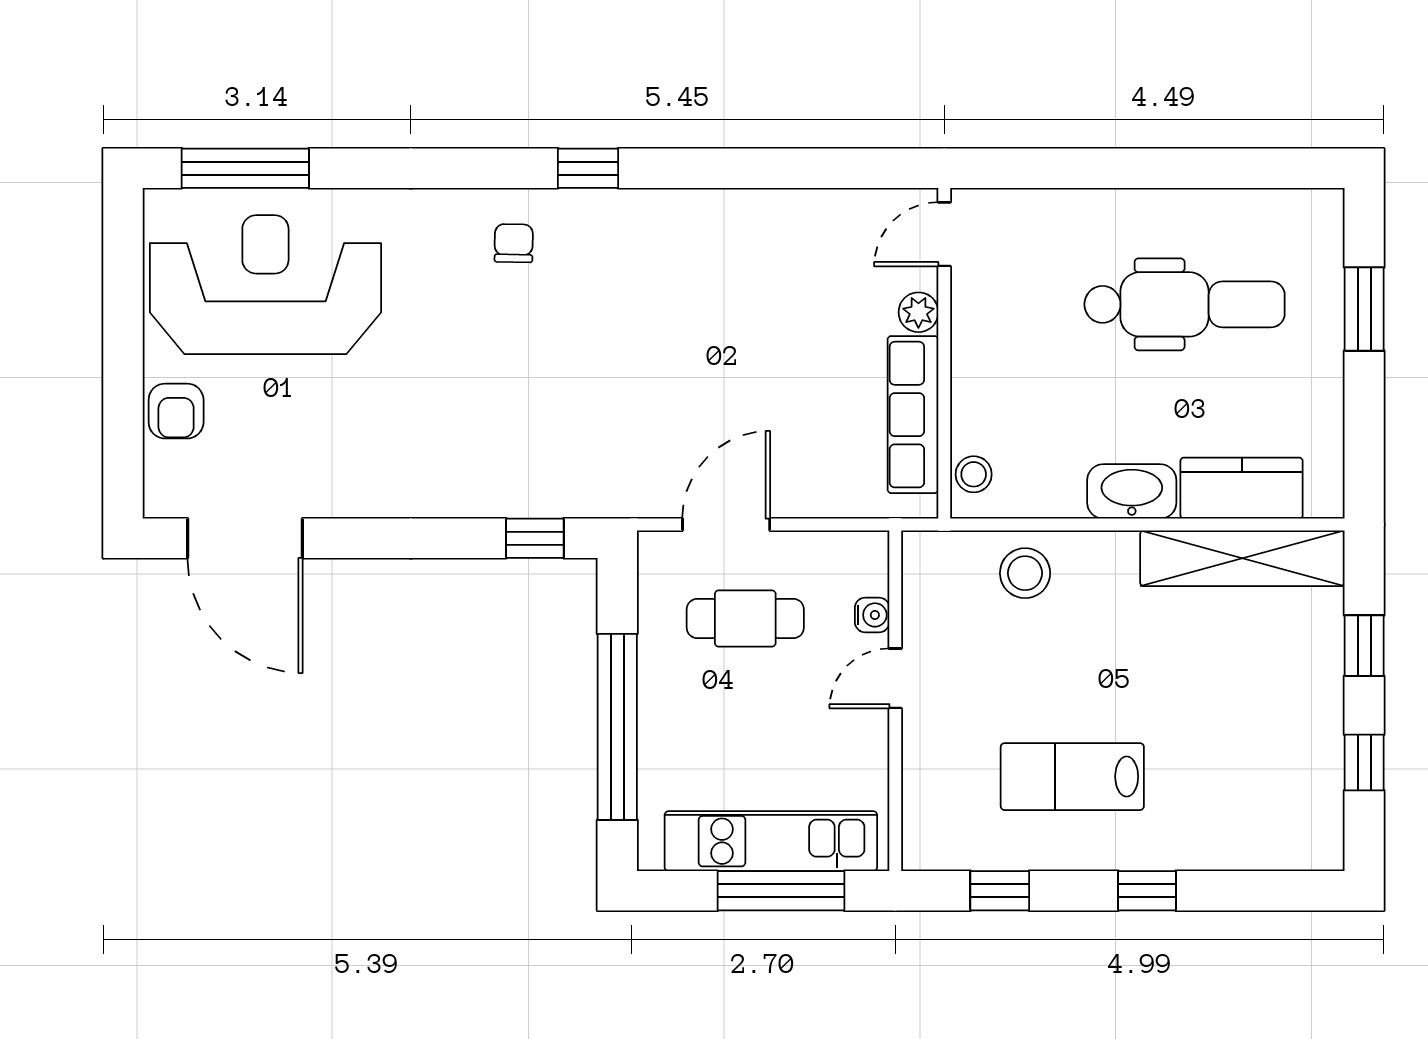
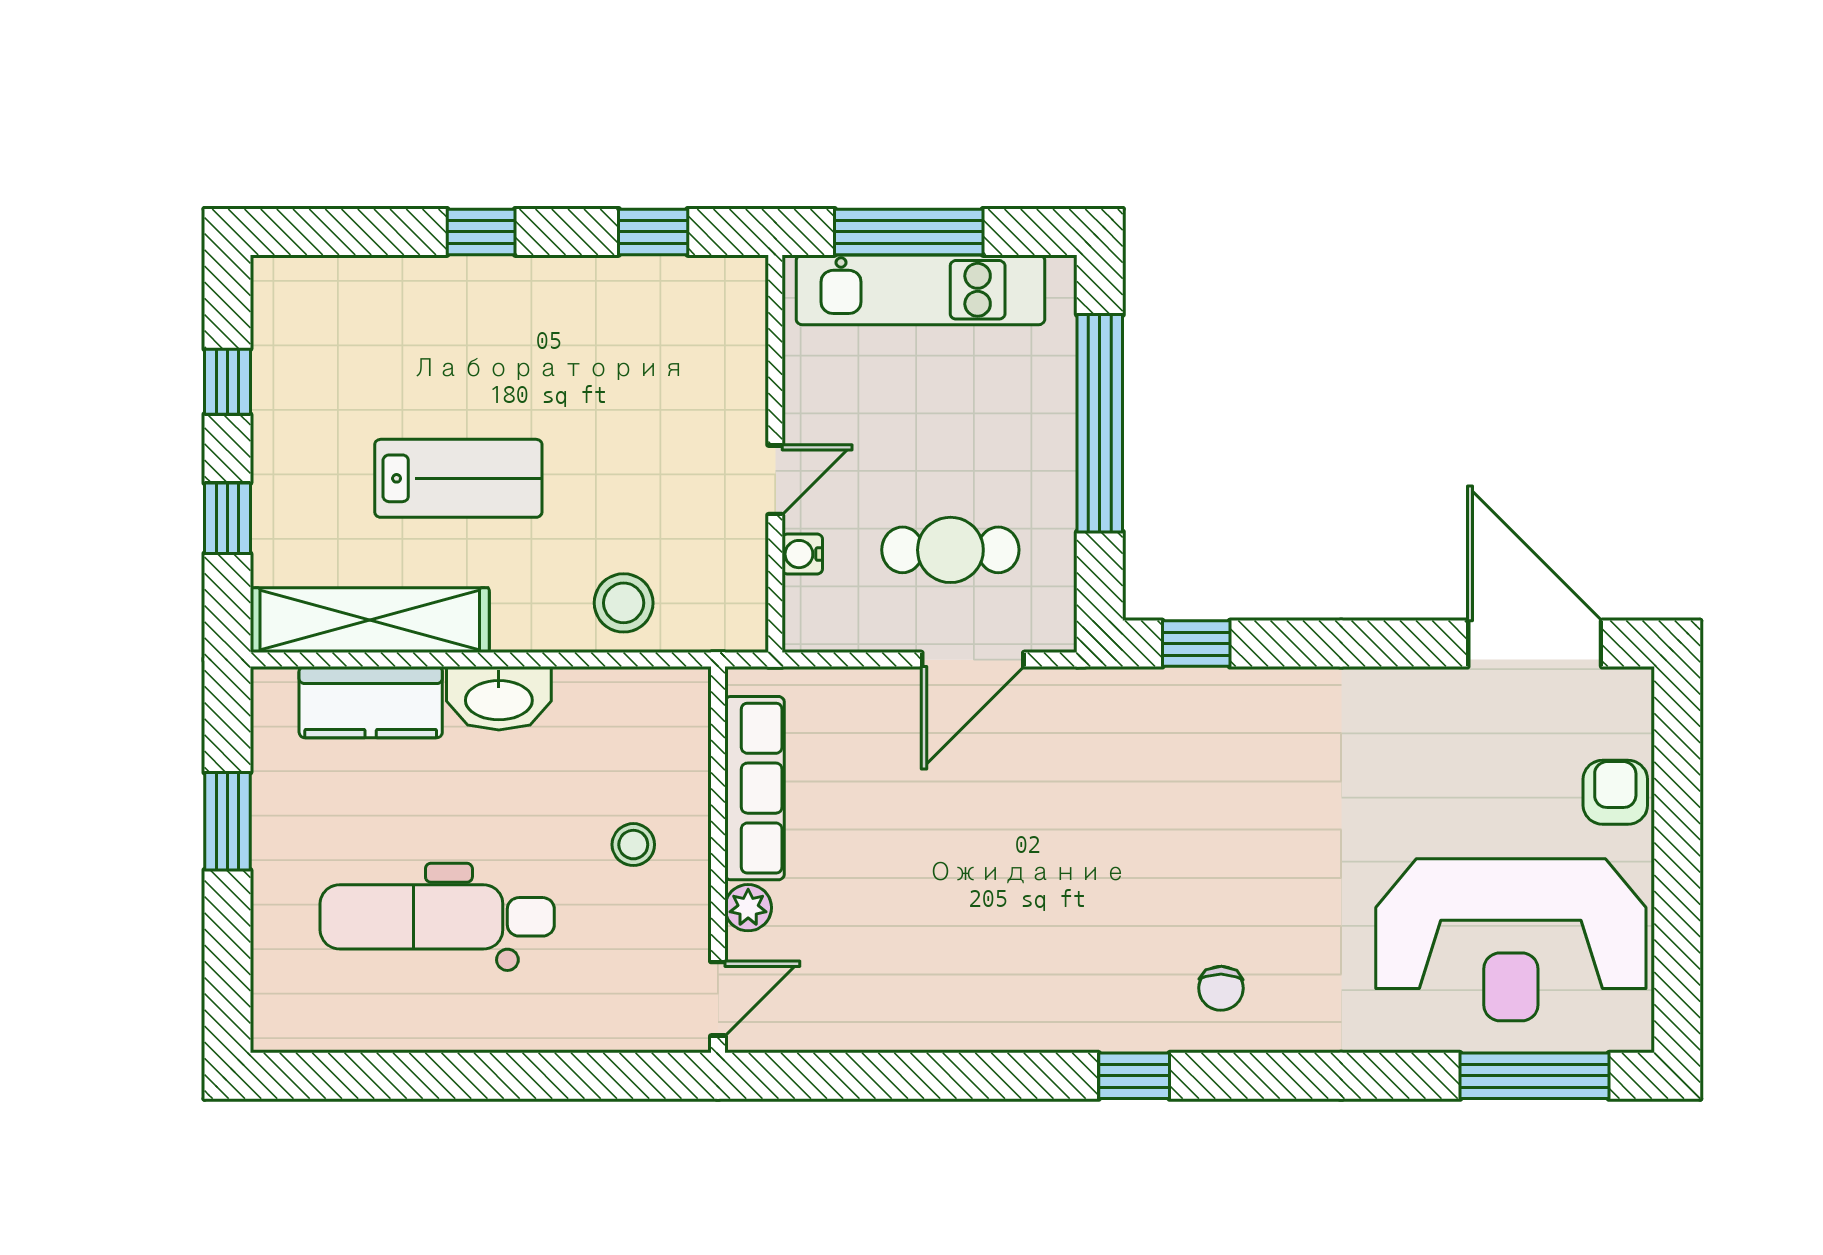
window: (1364, 309) -> (227, 821), moved
stool: (974, 474) -> (633, 845), moved
lab bench: (1072, 777) -> (458, 478), moved

